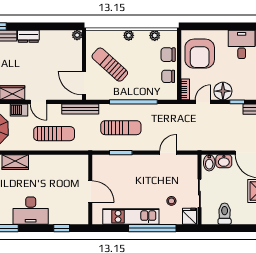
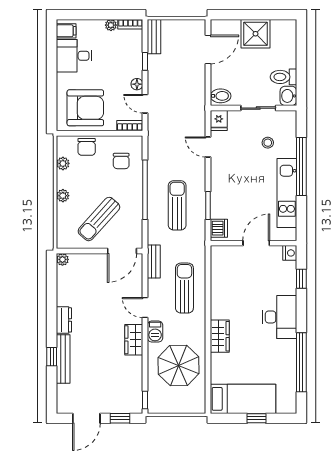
chair: (168, 76) -> (121, 161), moved
floor lamp: (223, 91) -> (137, 84), width x0.53, depth x0.53
door: (38, 102) -> (145, 308), swing flipped
bench: (80, 109) -> (154, 262), width x0.73
dishwasher: (102, 161) -> (219, 228), added
washbasin: (224, 161) -> (288, 96), moved, turned 180
fridge: (190, 216) -> (219, 120), moved, turned -90
nightstand: (82, 219) -> (290, 253), added

